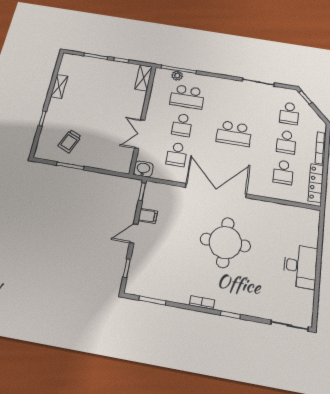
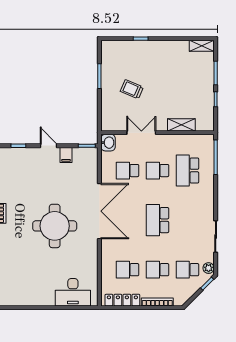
plant: (177, 76) -> (209, 268), moved
shelving: (144, 78) -> (181, 125), moved
shelving: (59, 87) -> (202, 46), moved
trolley: (70, 141) -> (132, 89), moved
desk: (300, 266) -> (73, 292), moved

